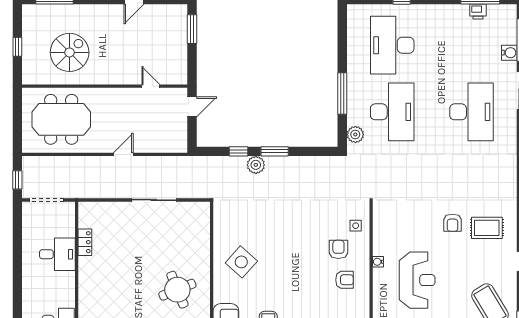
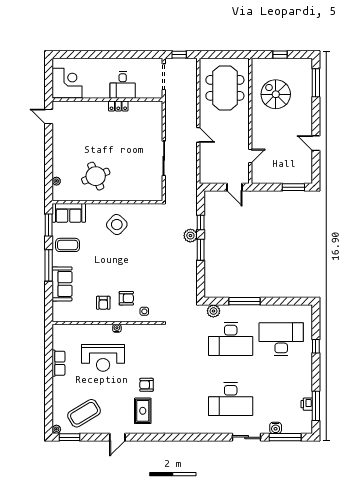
spiral stairs: (70, 52) -> (276, 94), turned 180
locker: (85, 242) -> (118, 106), moved

